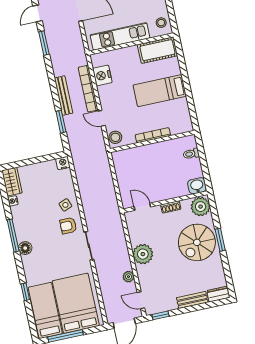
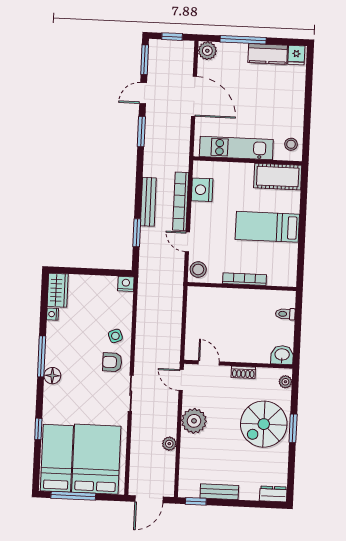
plant: (201, 207) -> (285, 382), width x0.53, depth x0.53
door: (141, 300) -> (181, 380), moved
bench: (192, 300) -> (219, 492), moved

